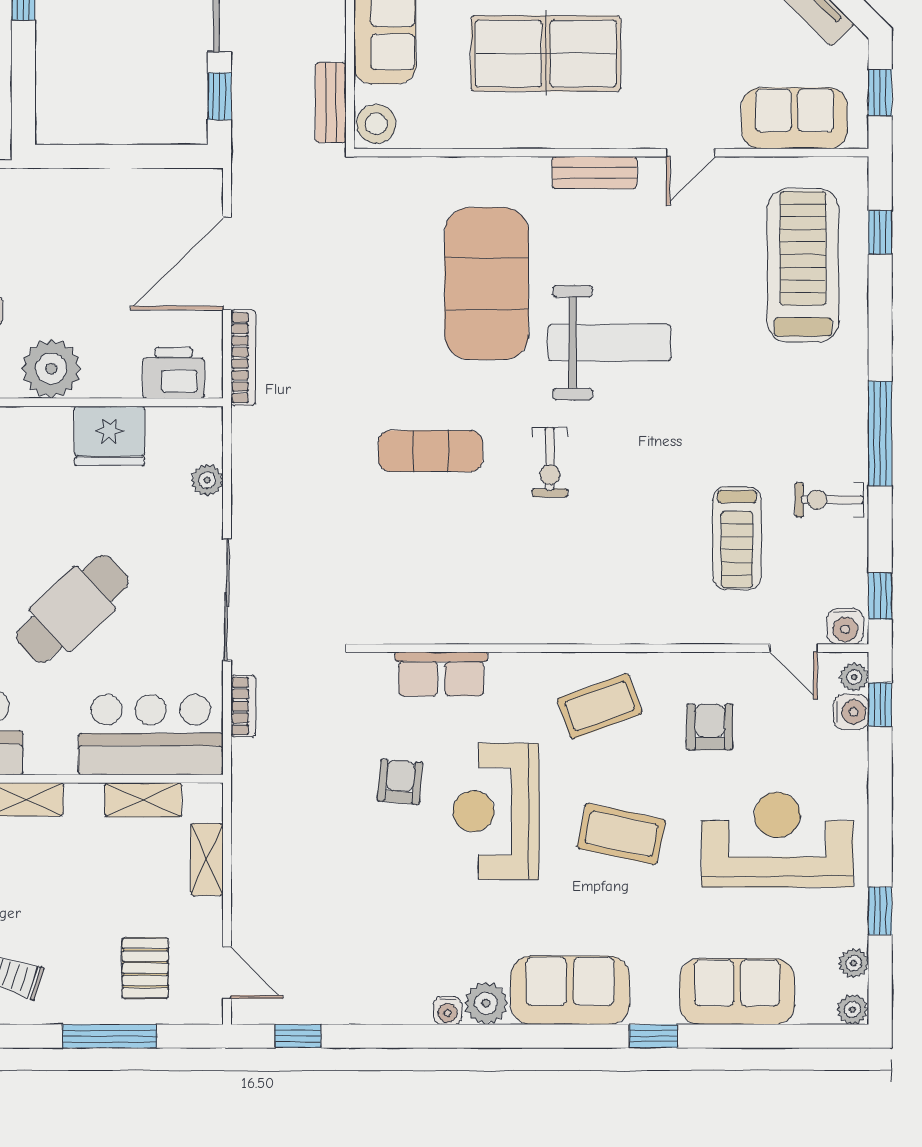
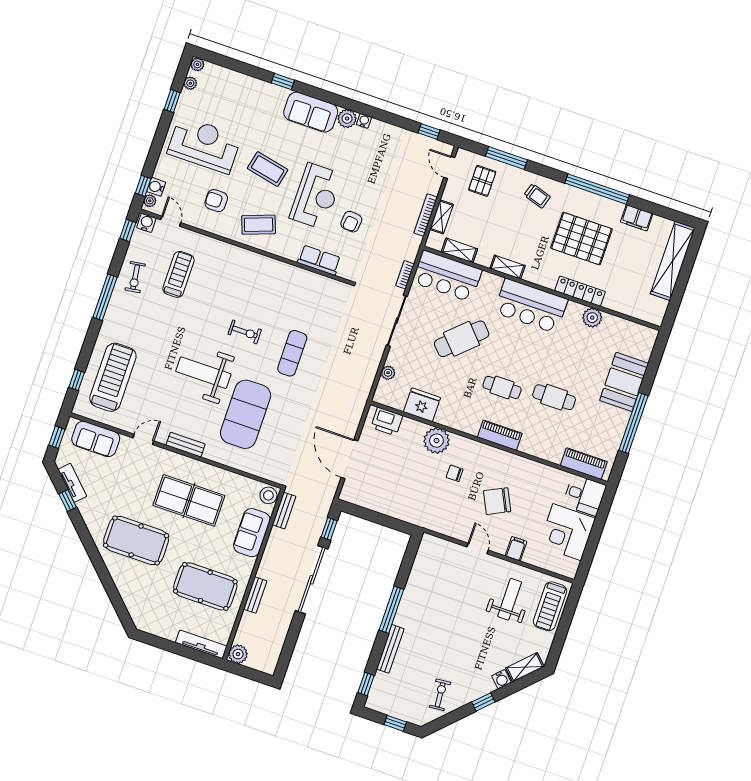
door: (227, 263) -> (349, 459), swing flipped
treadmill: (803, 265) -> (113, 377), turned 180
bookcase: (243, 358) -> (426, 215), moved
exercise mat: (431, 451) -> (292, 353), turned 90
exercise bike: (550, 462) -> (245, 332), turned 90
exercise bike: (829, 500) -> (135, 277), turned 82
armchair: (710, 727) -> (216, 201), turned 90
reception desk: (777, 840) -> (204, 145), turned 180
sofa: (737, 991) -> (242, 88), removed

